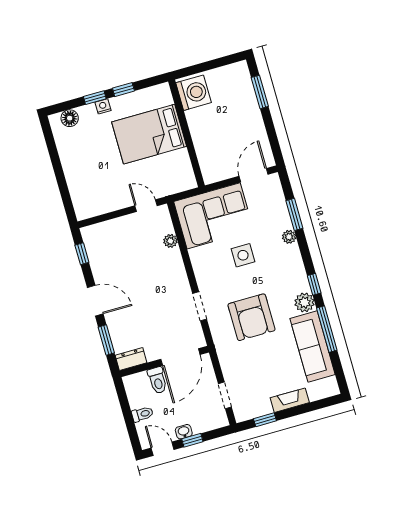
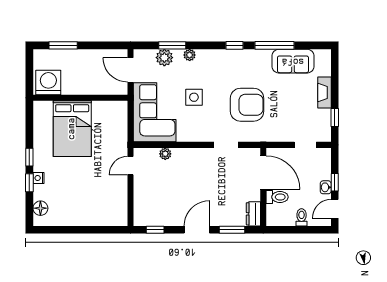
washing machine: (194, 93) -> (48, 82), moved
wall: (186, 133) -> (80, 98), moved
bed: (149, 134) -> (72, 129), moved
plant: (305, 302) -> (164, 58), moved
sofa: (313, 346) -> (293, 61), width x0.73

